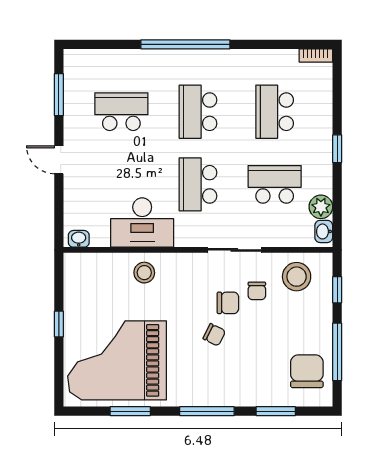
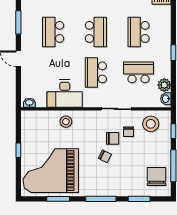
school desk: (121, 112) -> (53, 32), turned -90
school desk: (198, 112) -> (96, 32), turned 180

